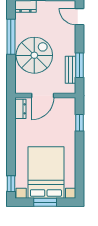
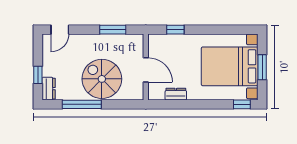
bench: (71, 70) -> (118, 40), removed
dresser: (20, 109) -> (176, 94), moved

